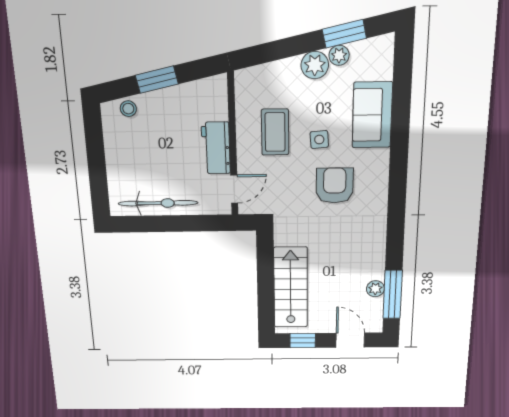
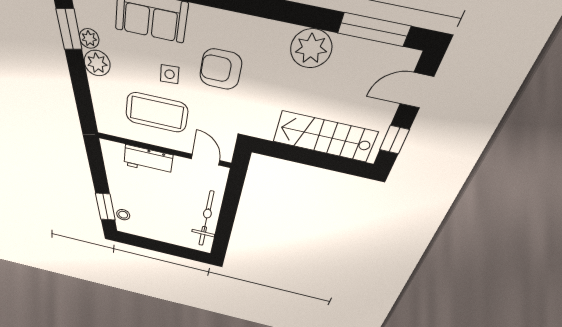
window: (157, 80) -> (105, 207), moved
coffee table: (275, 132) -> (157, 112), width x1.36, depth x1.32
workbench: (216, 148) -> (148, 160), moved
plant: (375, 289) -> (311, 48), moved, width x1.87, depth x1.87

